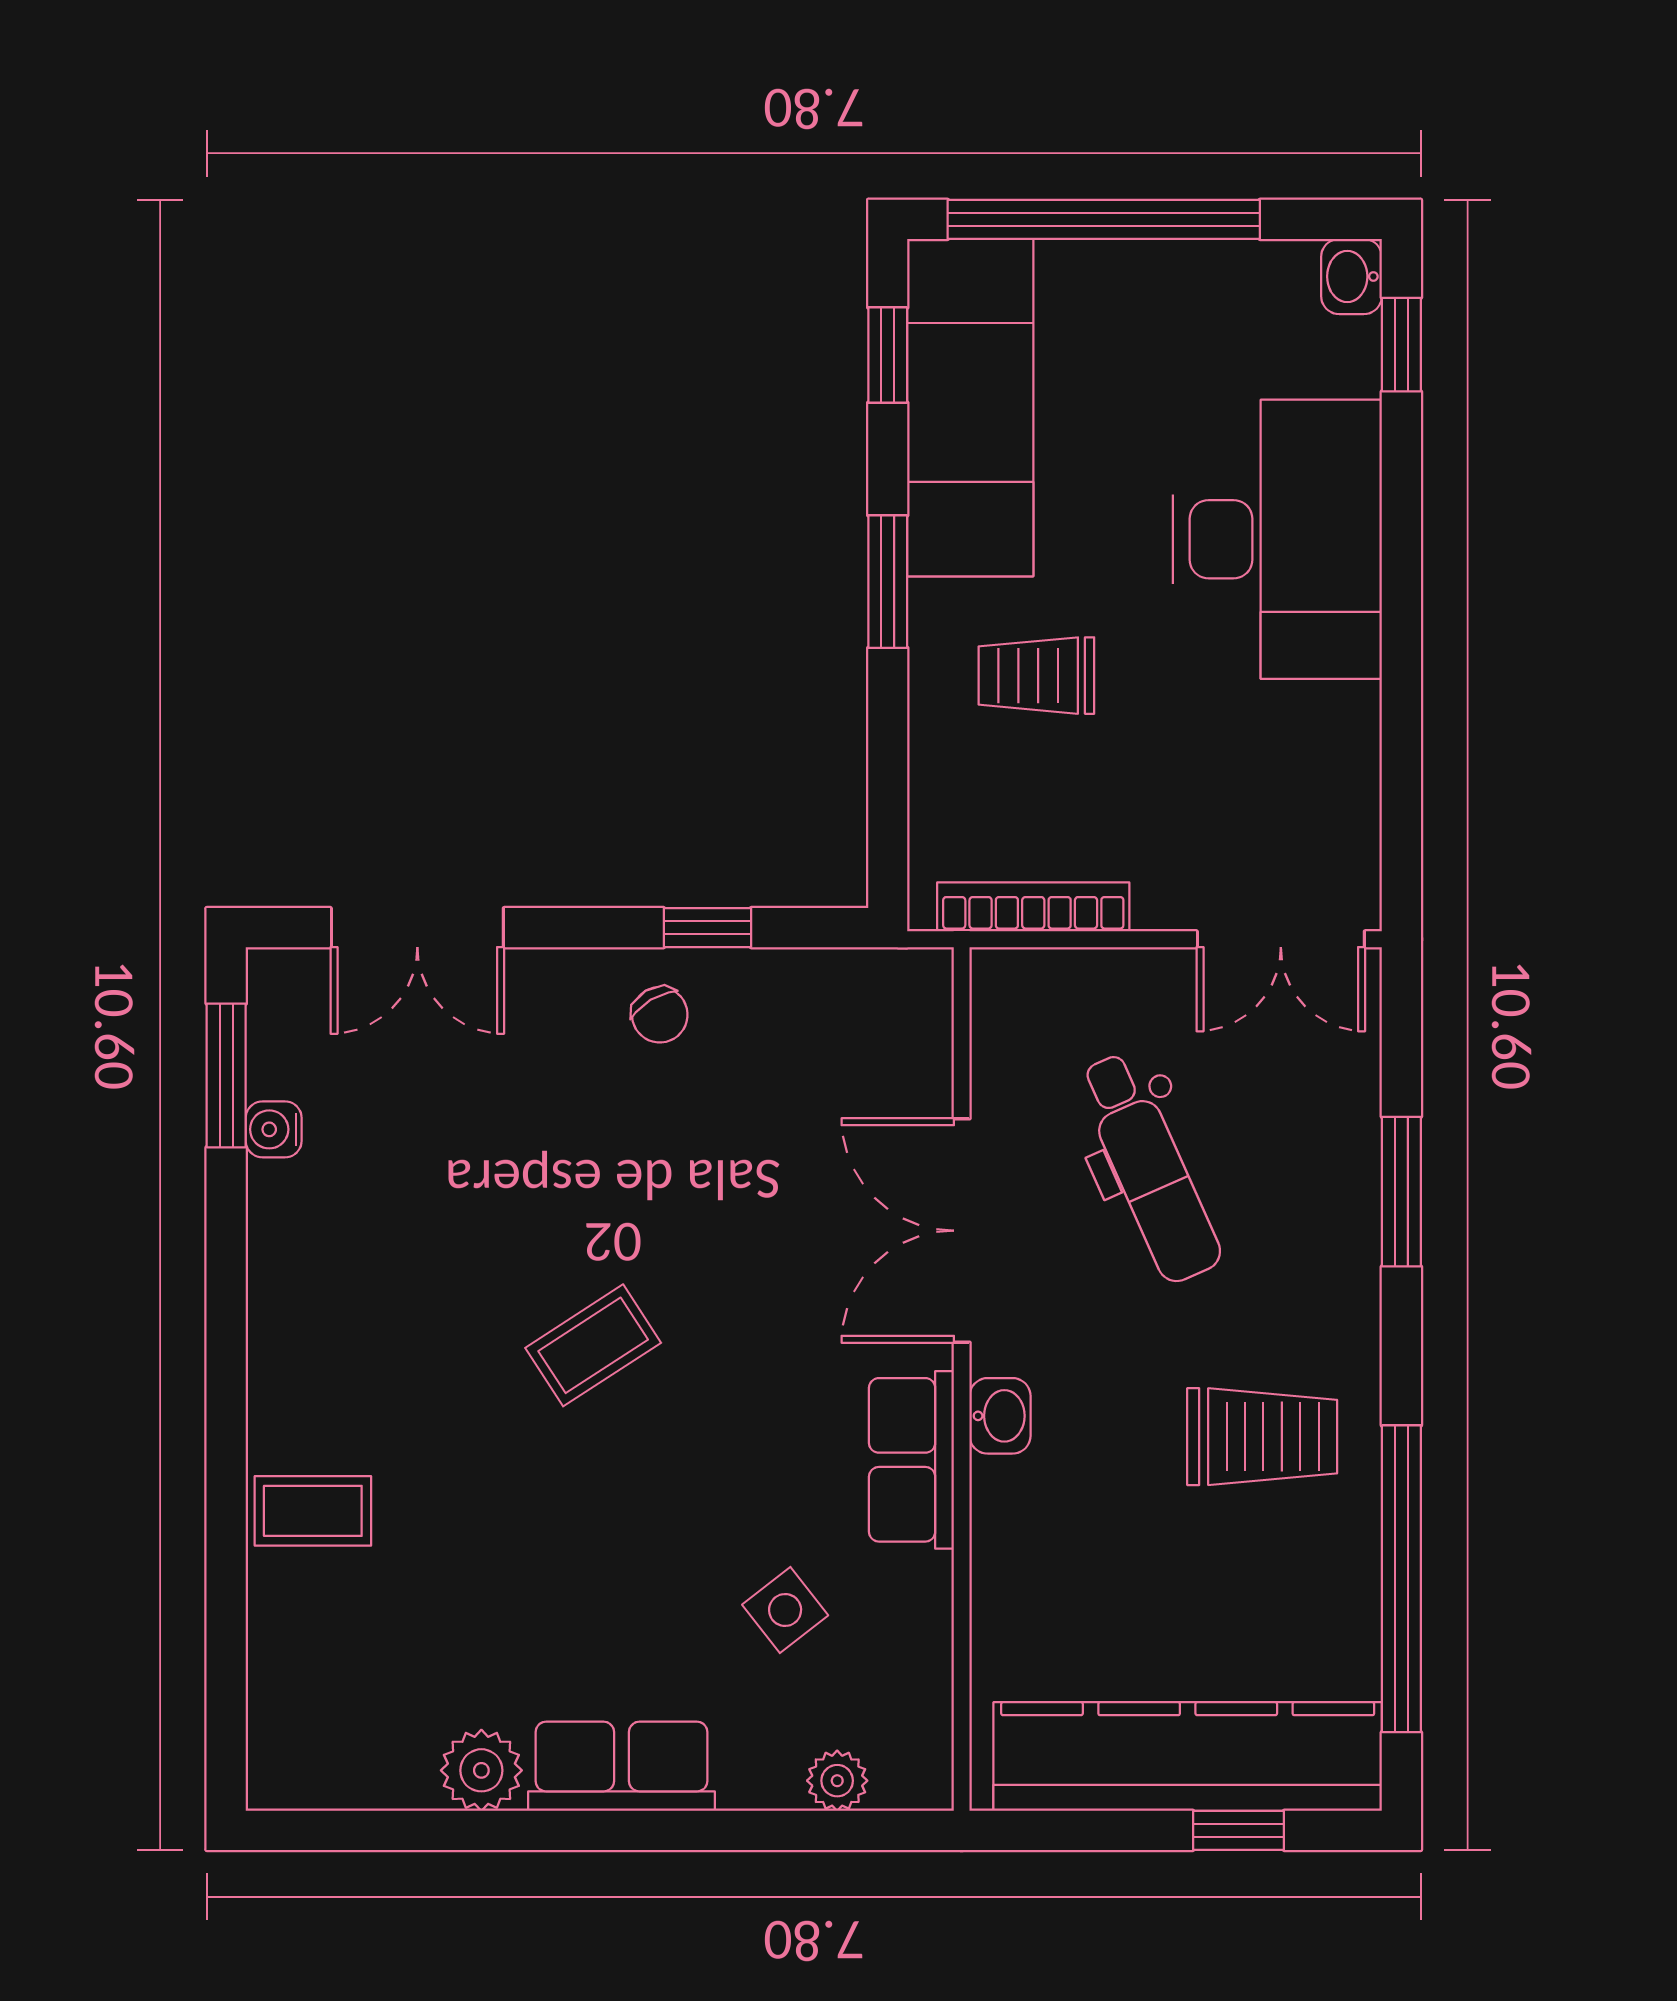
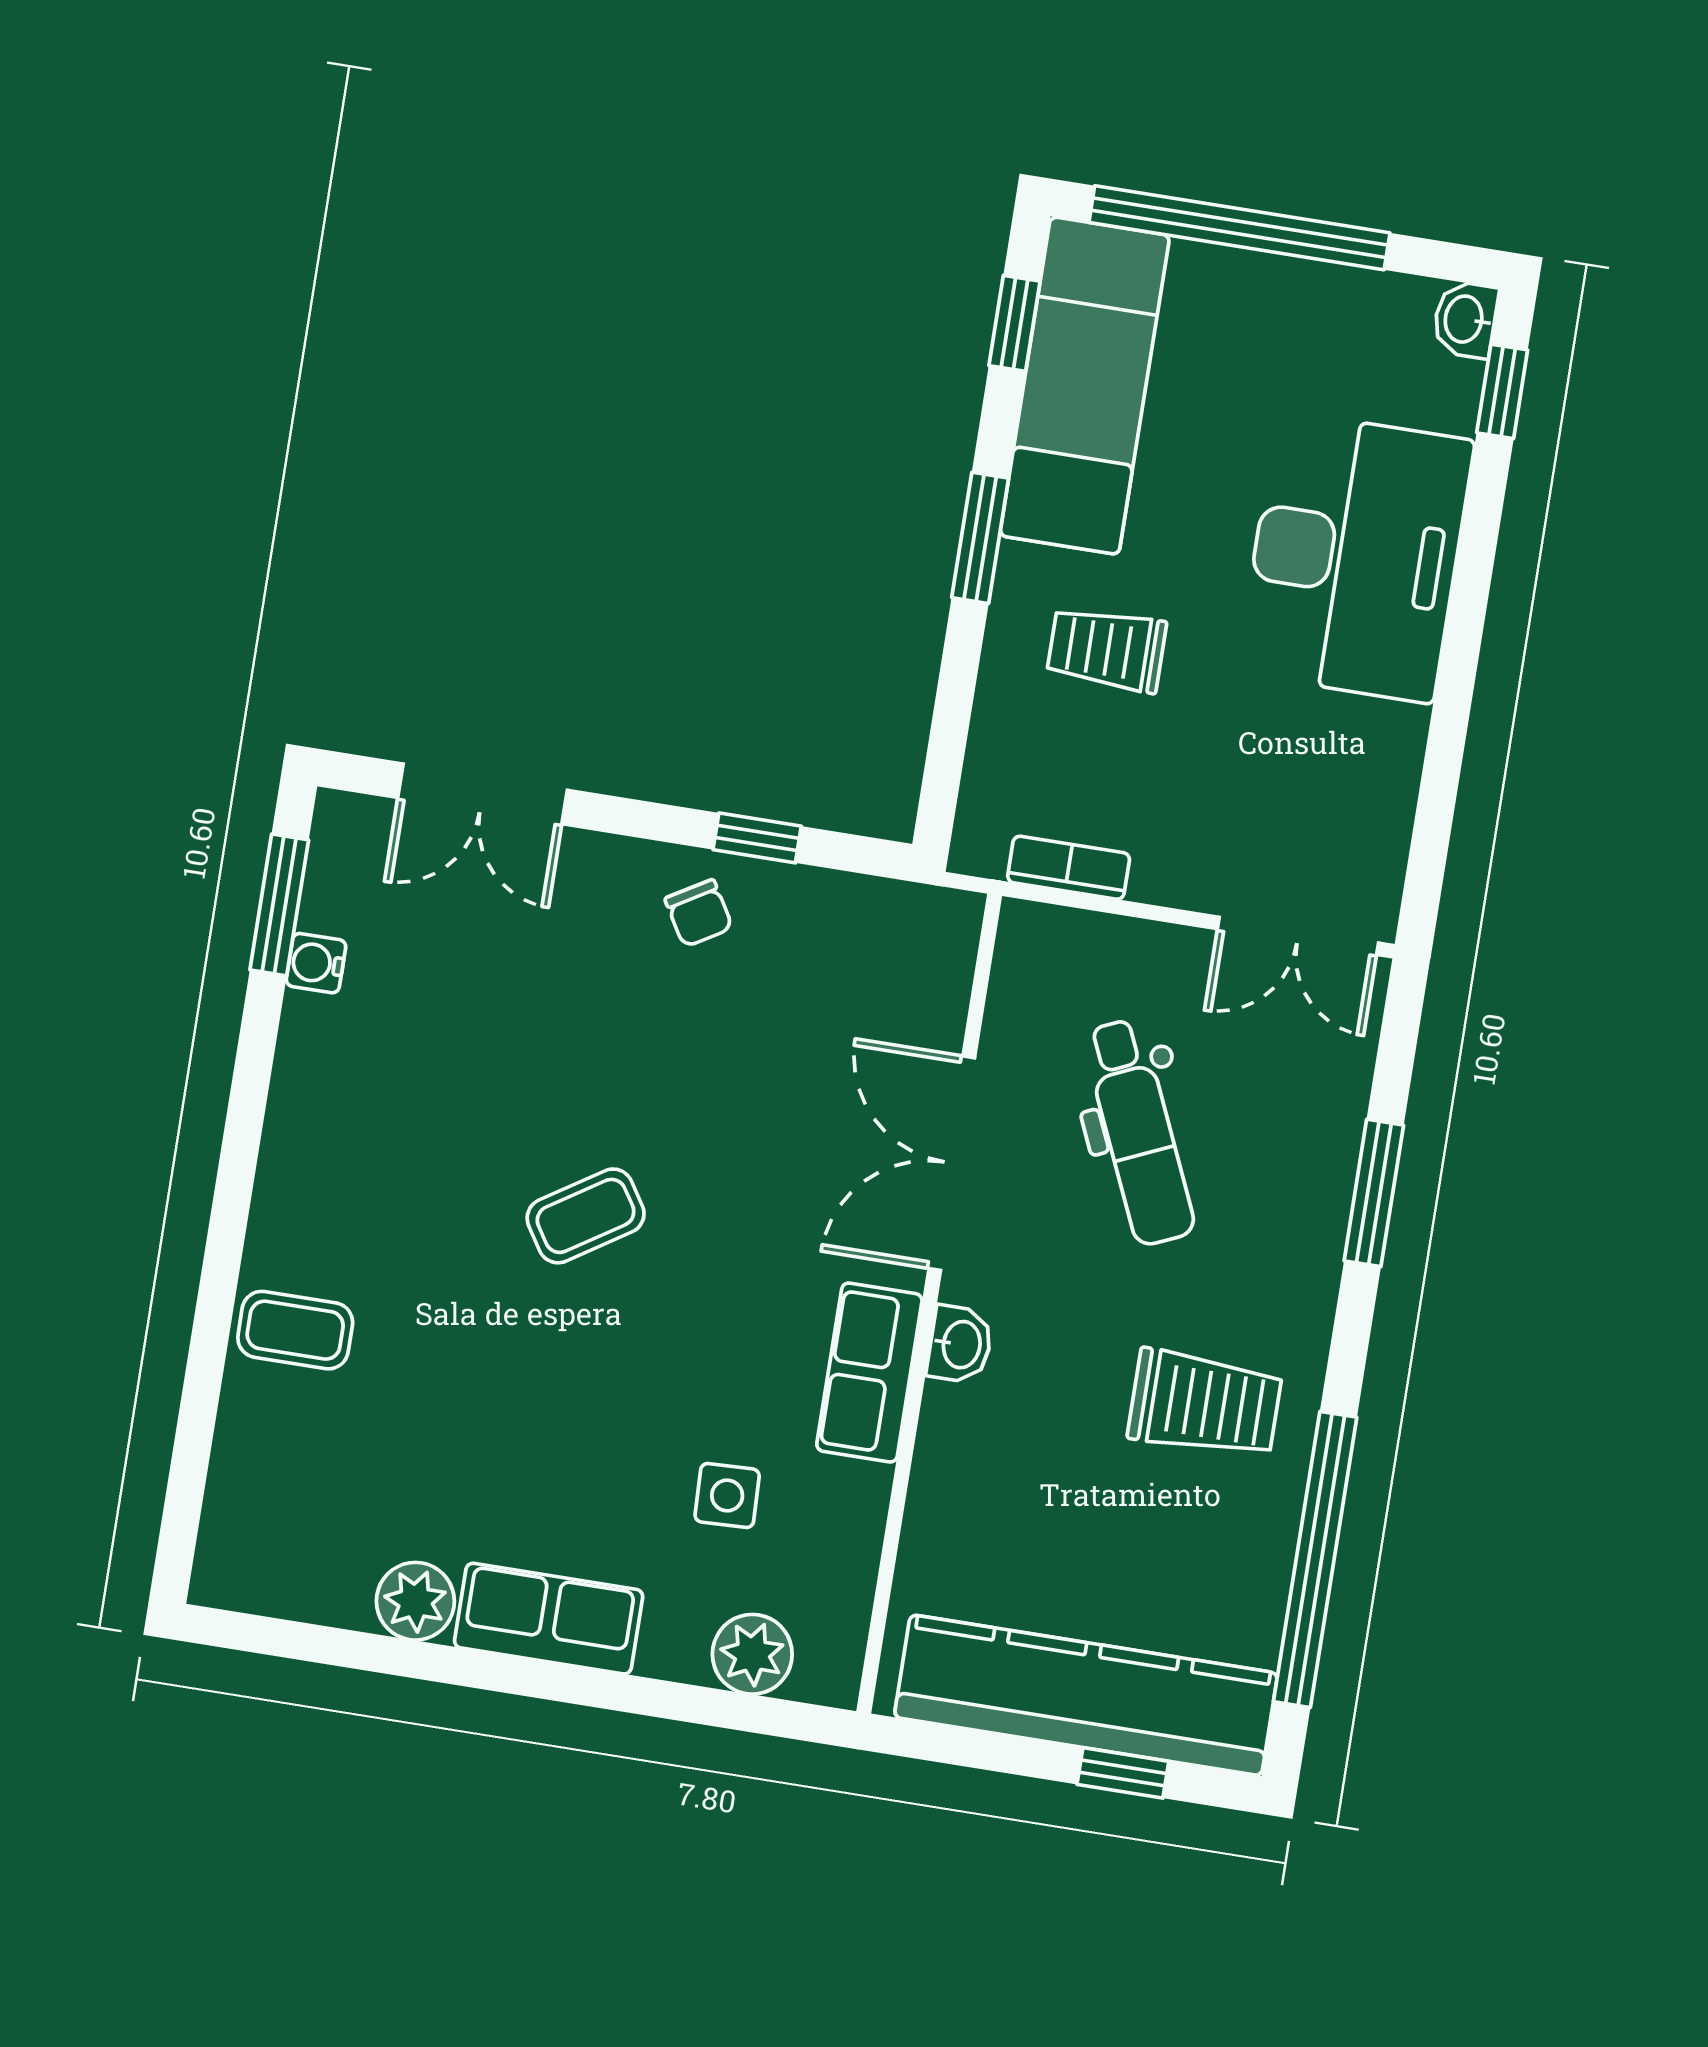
bookcase: (1033, 907) -> (1069, 868), width x0.64
side table: (785, 1610) -> (727, 1496), turned 36
plant: (837, 1781) -> (752, 1654), width x1.38, depth x1.38

